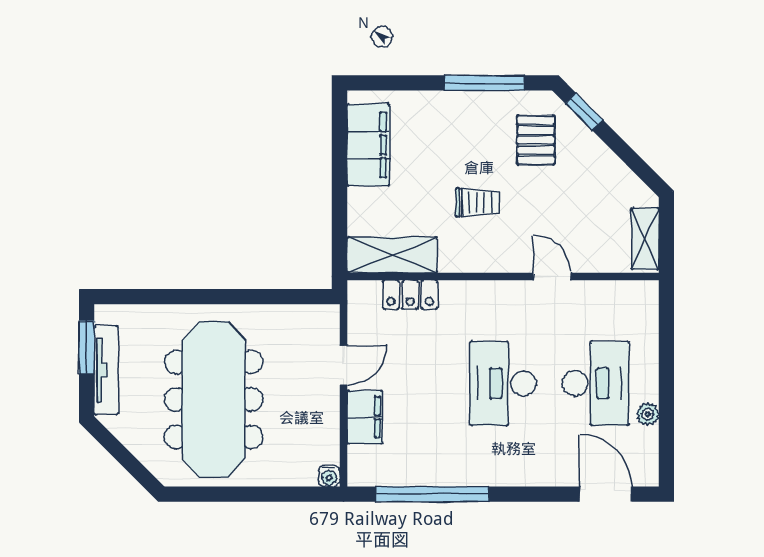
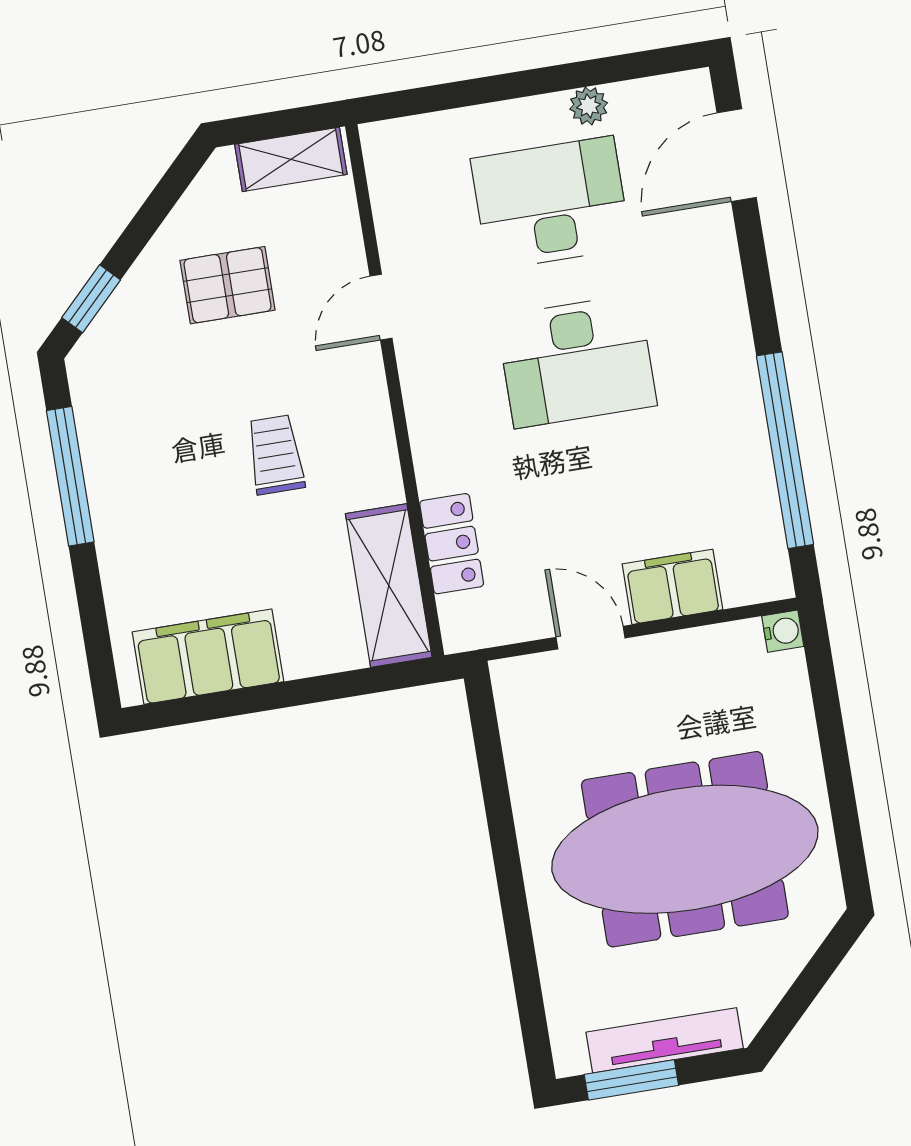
pallet: (536, 140) -> (228, 285), moved

